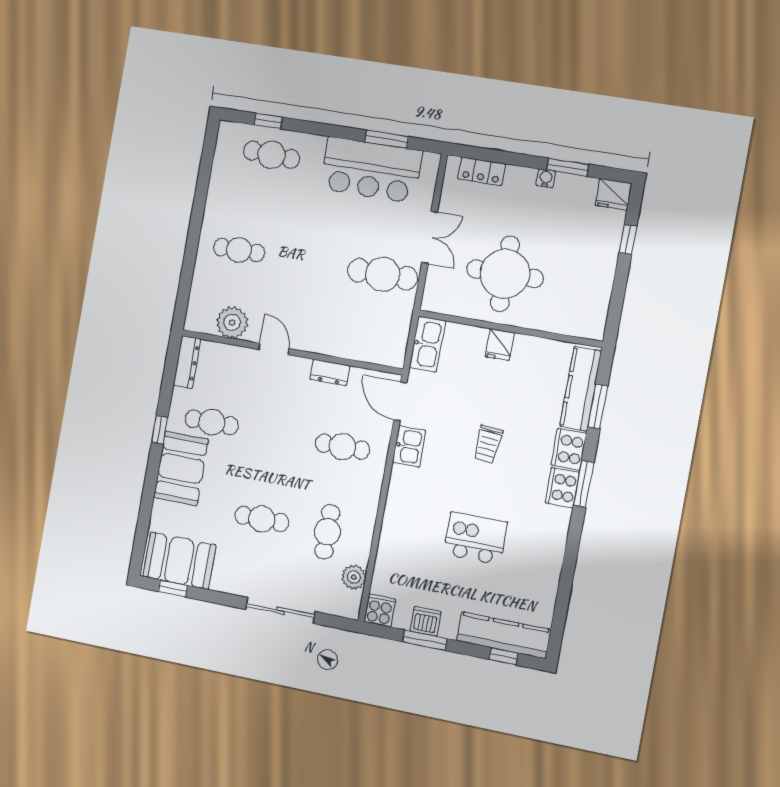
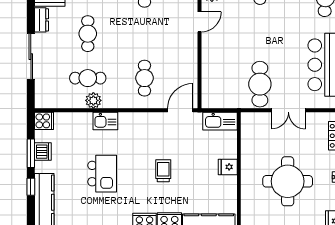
round table: (505, 274) -> (288, 181), moved
dresser: (330, 372) -> (41, 20), moved, turned 180
trolley: (488, 444) -> (163, 171), turned 85
kitchen sink: (409, 446) -> (105, 121), moved
plant: (354, 577) -> (93, 100), moved
window: (504, 656) -> (31, 187), moved

